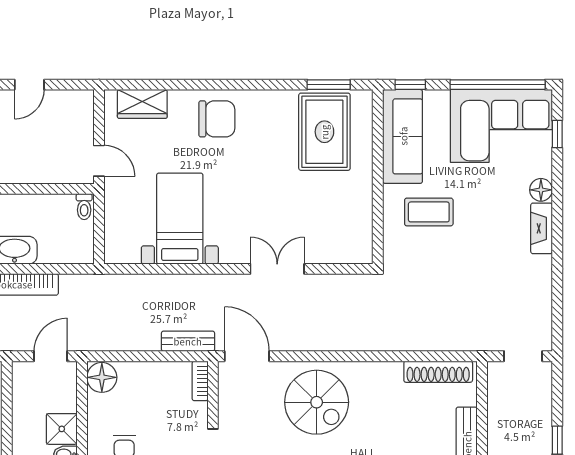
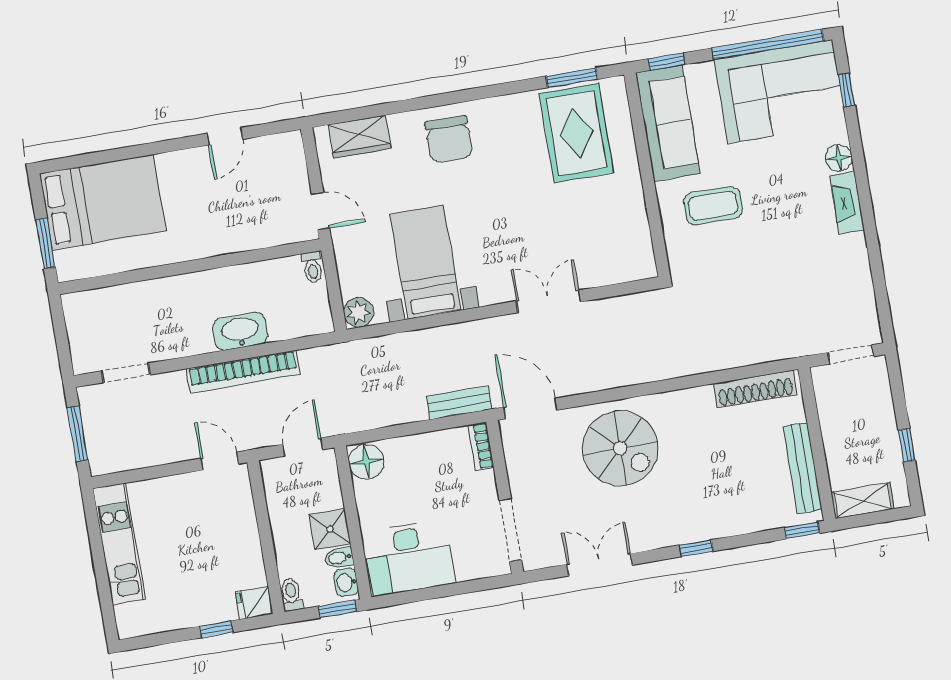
chair: (217, 119) -> (449, 139), turned 90
plant: (116, 251) -> (359, 312), added

